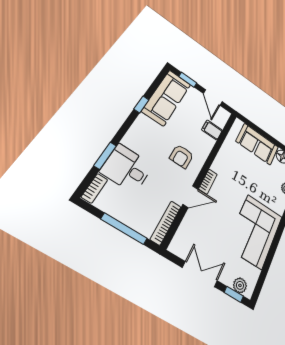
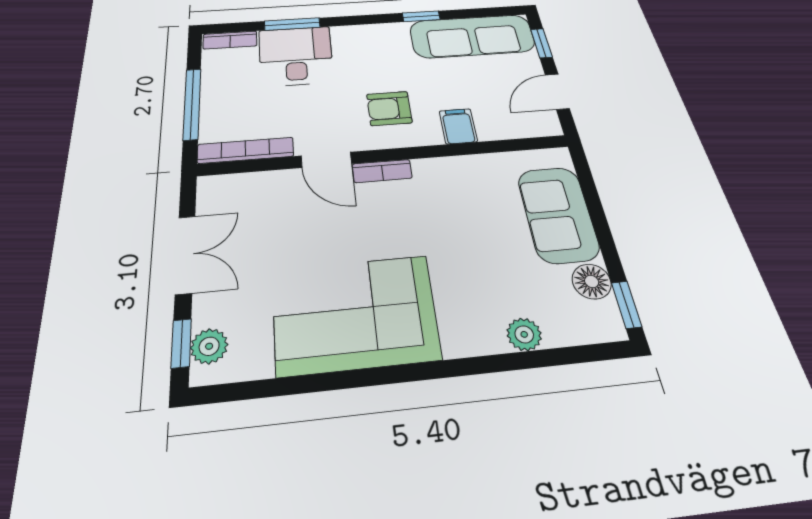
filing cabinet: (212, 130) -> (458, 126), moved

